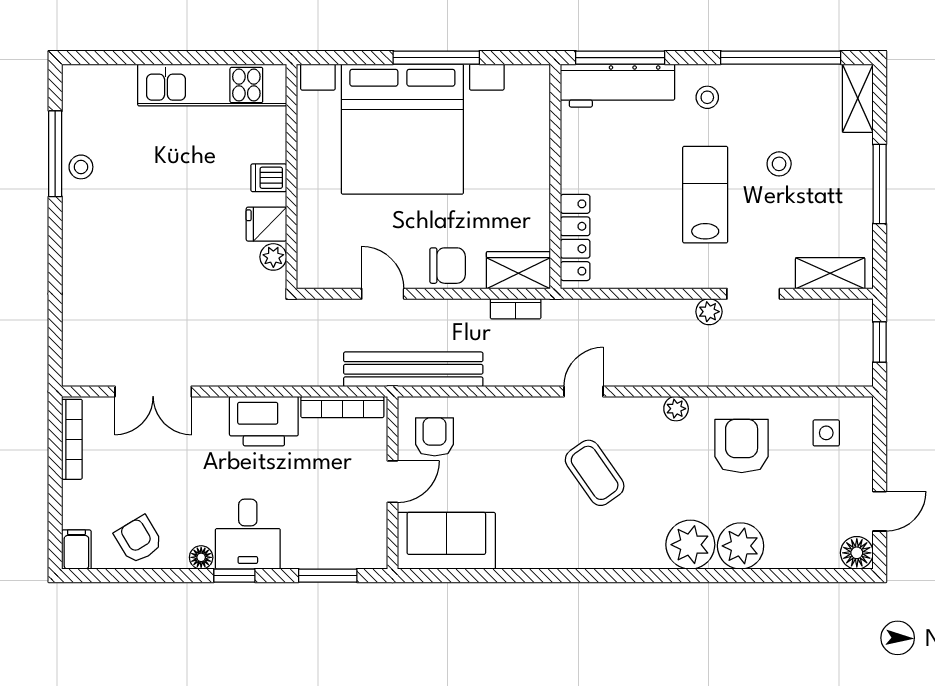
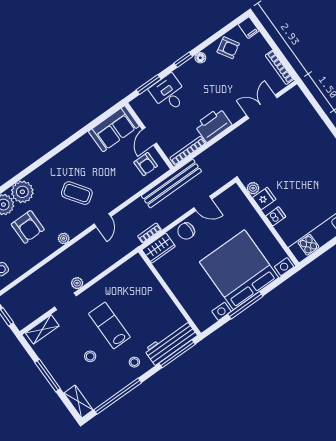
lab bench: (705, 195) -> (109, 325), turned 180
locker: (575, 237) -> (146, 275), removed
armchair: (742, 446) -> (28, 227), moved
desk: (248, 534) -> (169, 93), moved

